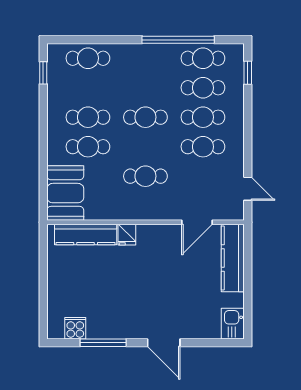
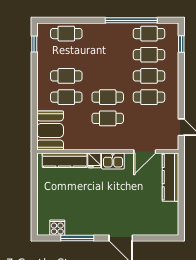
cafe table: (145, 117) -> (108, 97), moved
kitchen sink: (233, 324) -> (113, 161), moved, turned -90

